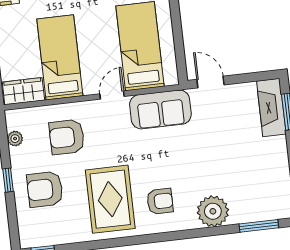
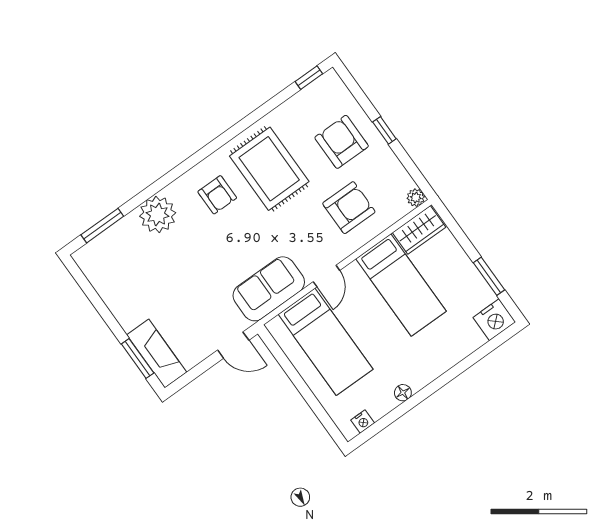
plant: (15, 139) -> (416, 198), moved
armchair: (45, 189) -> (342, 142), turned -90
armchair: (160, 201) -> (217, 195), turned -90

